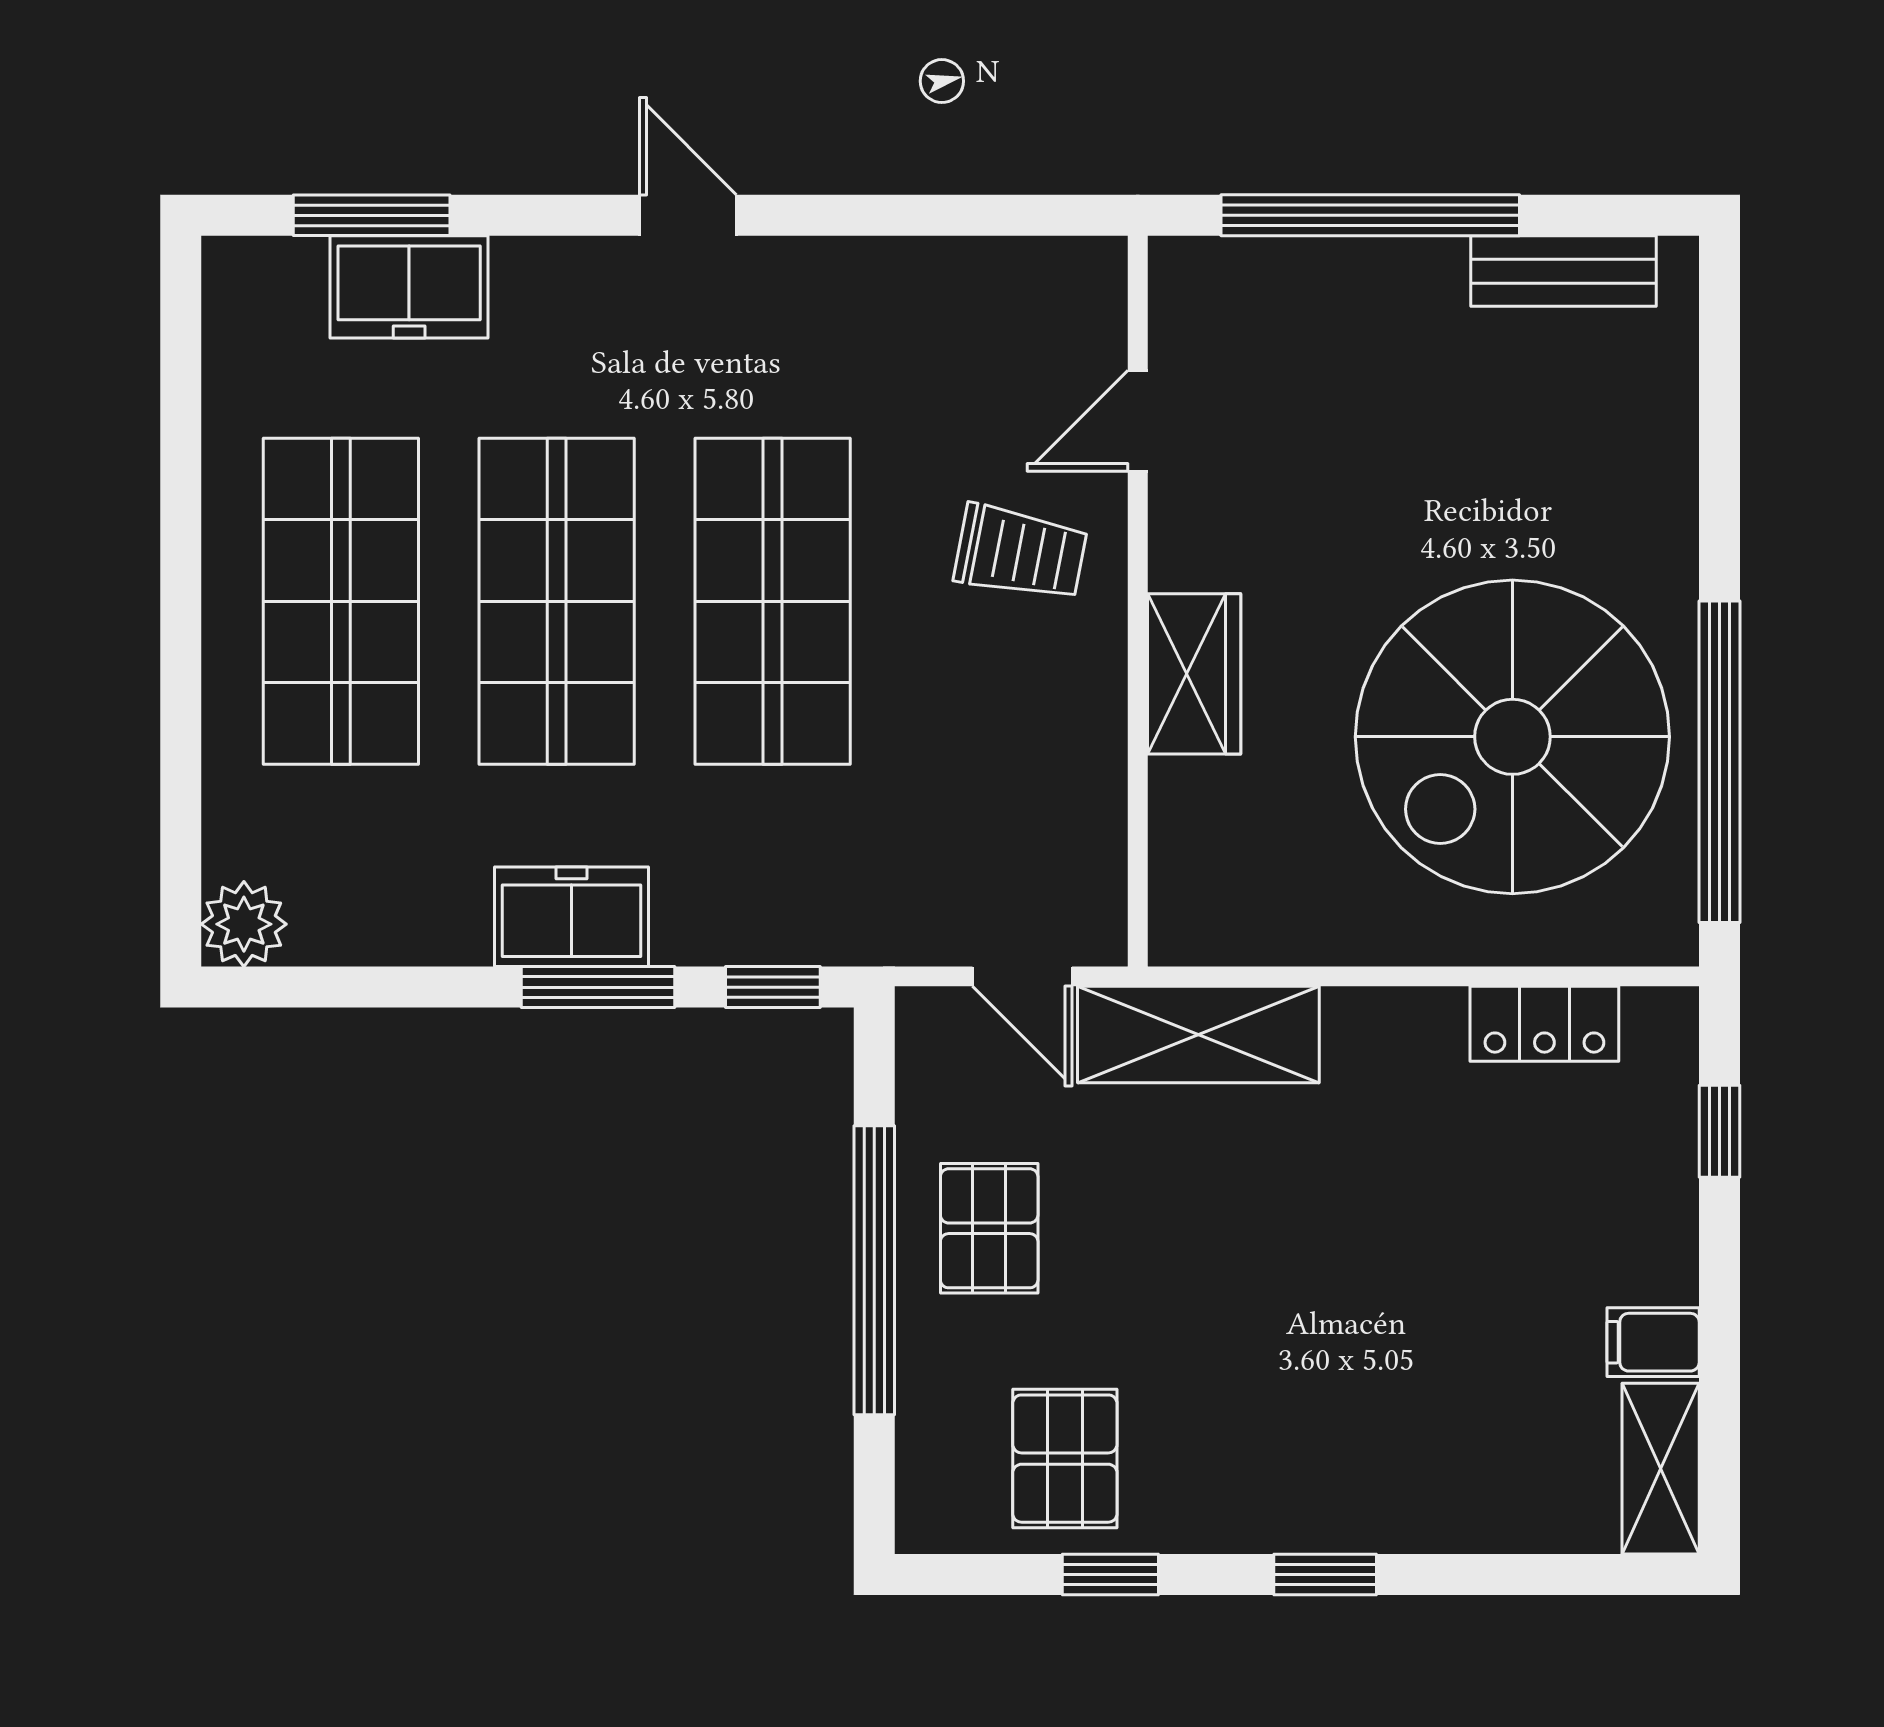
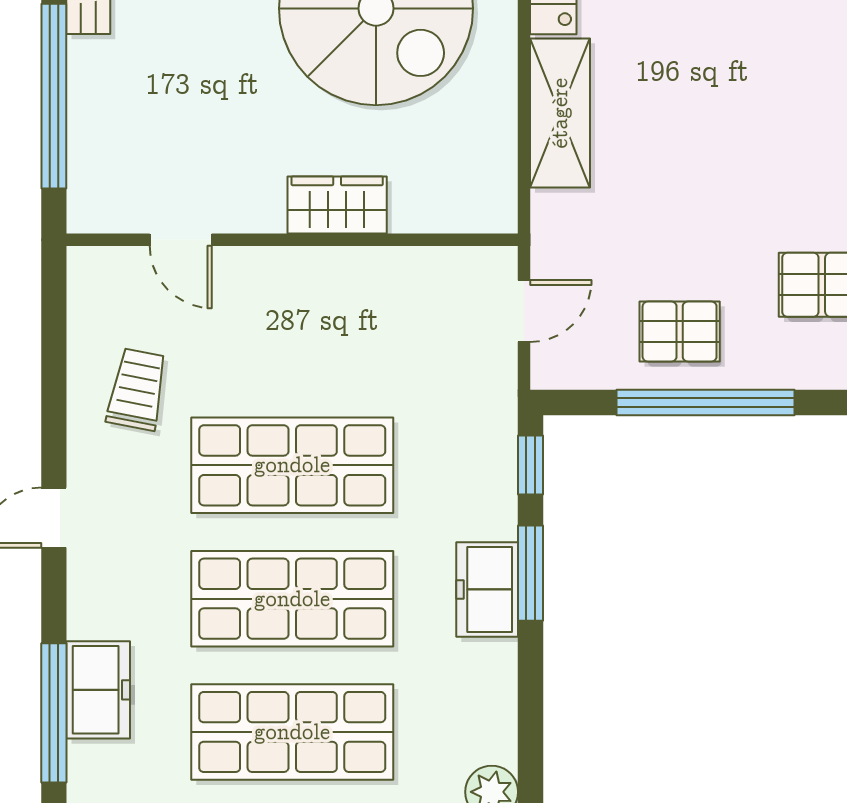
window: (372, 215) -> (54, 713), width x1.44
trolley: (1021, 553) -> (137, 389), moved
shelving: (1198, 1035) -> (560, 113), moved

